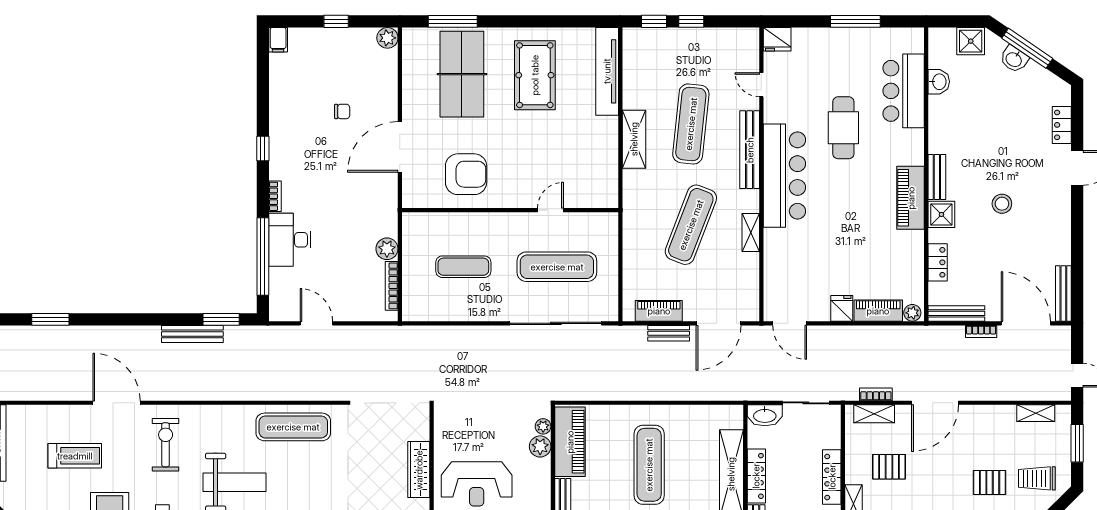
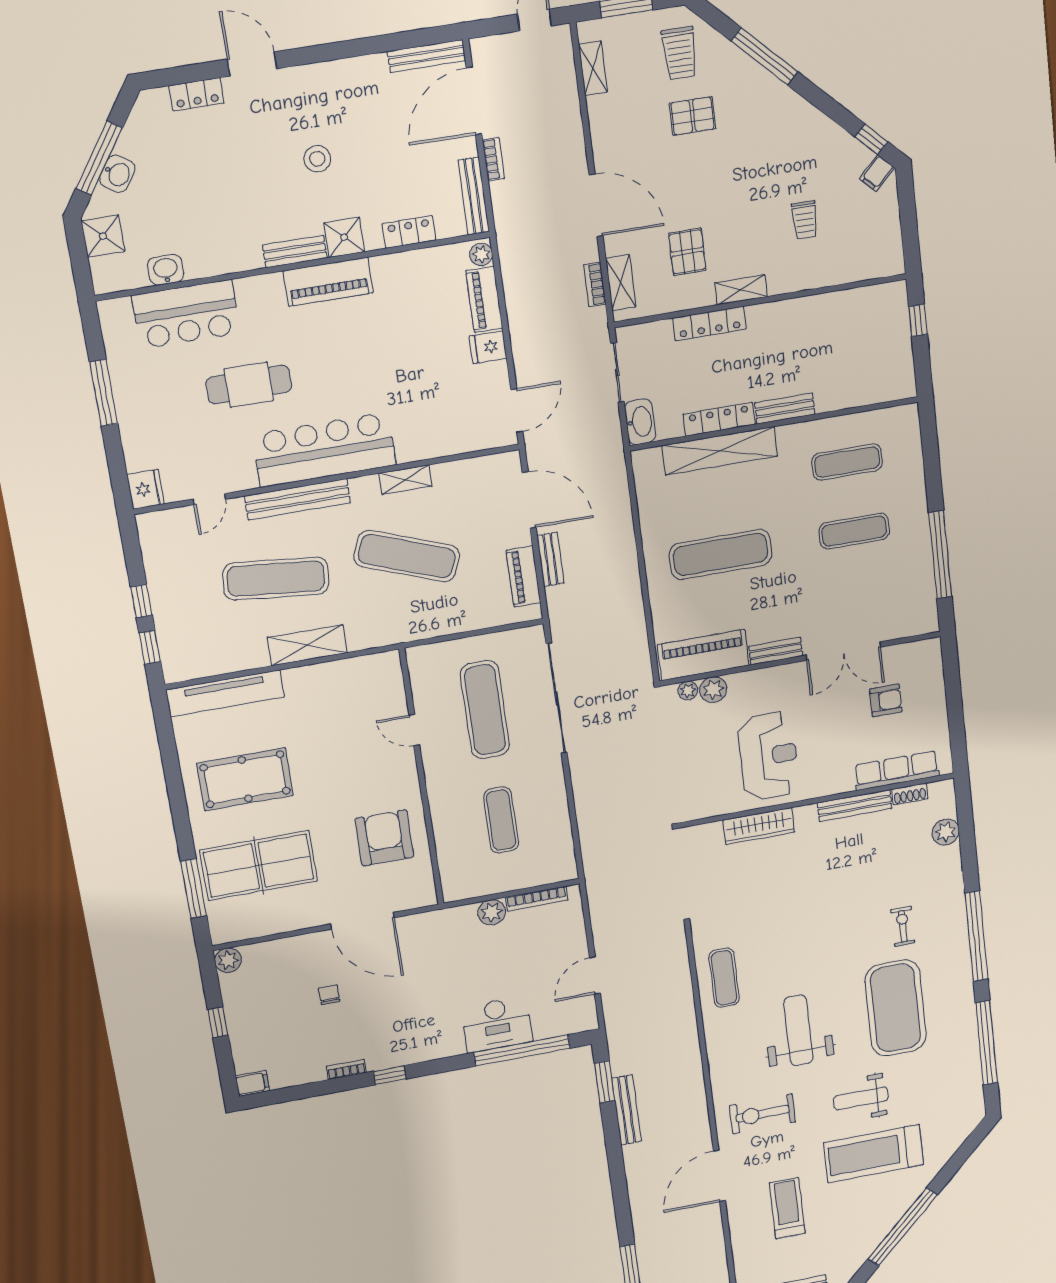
bookcase: (275, 196) -> (346, 1069), moved
exercise mat: (293, 427) -> (724, 978), width x0.73, depth x0.69
pallet: (990, 482) -> (692, 116), turned 90

